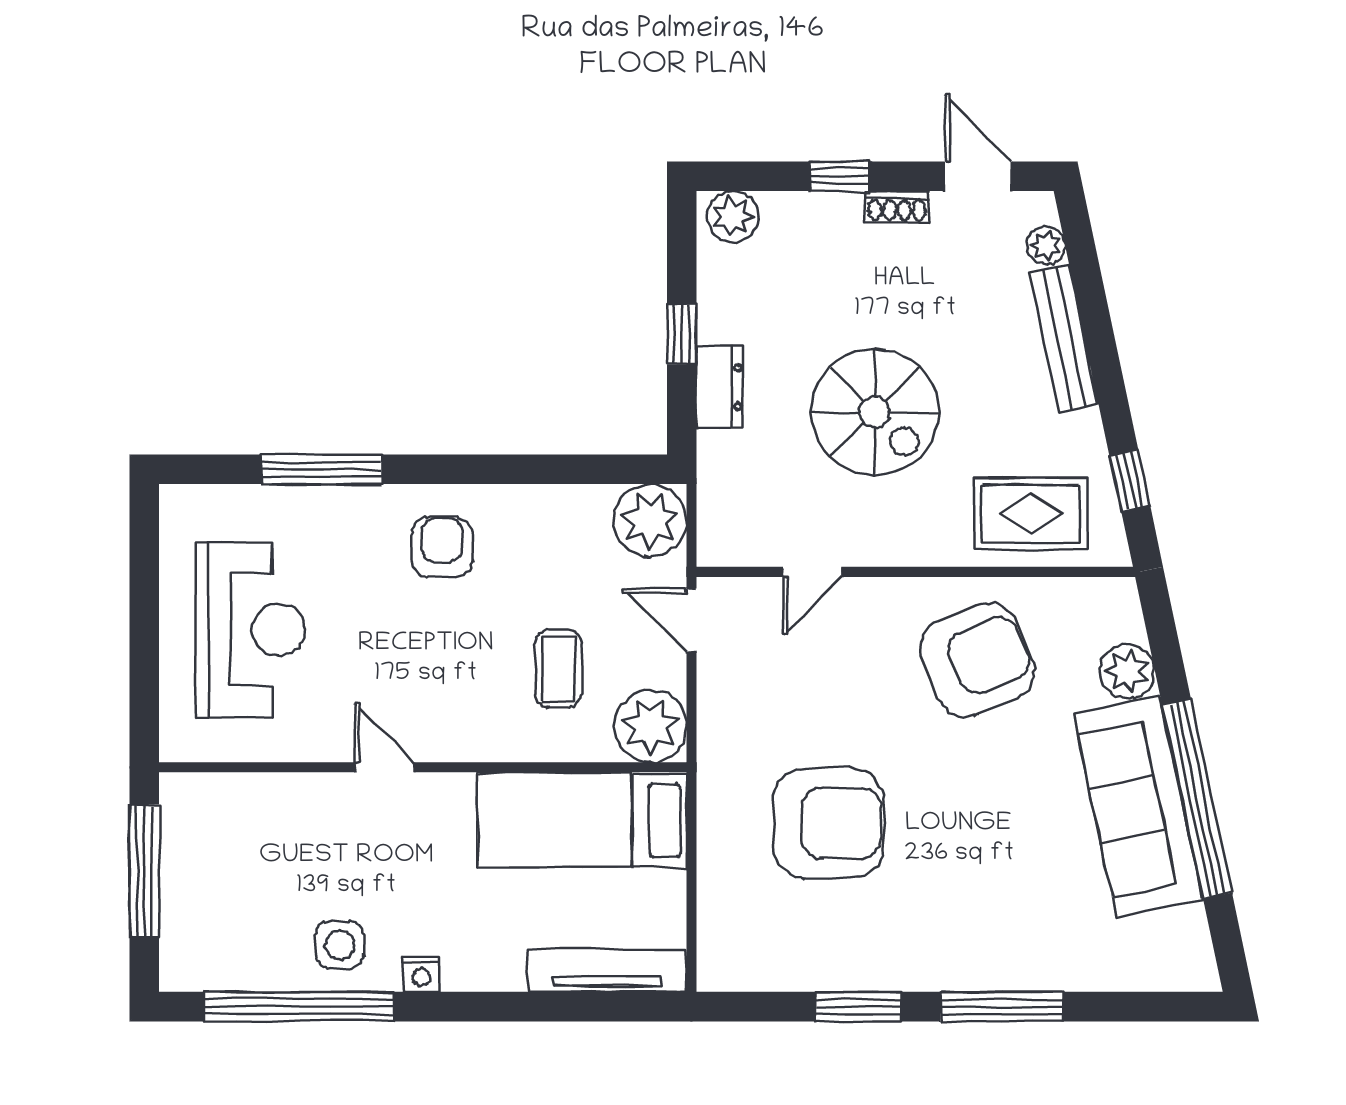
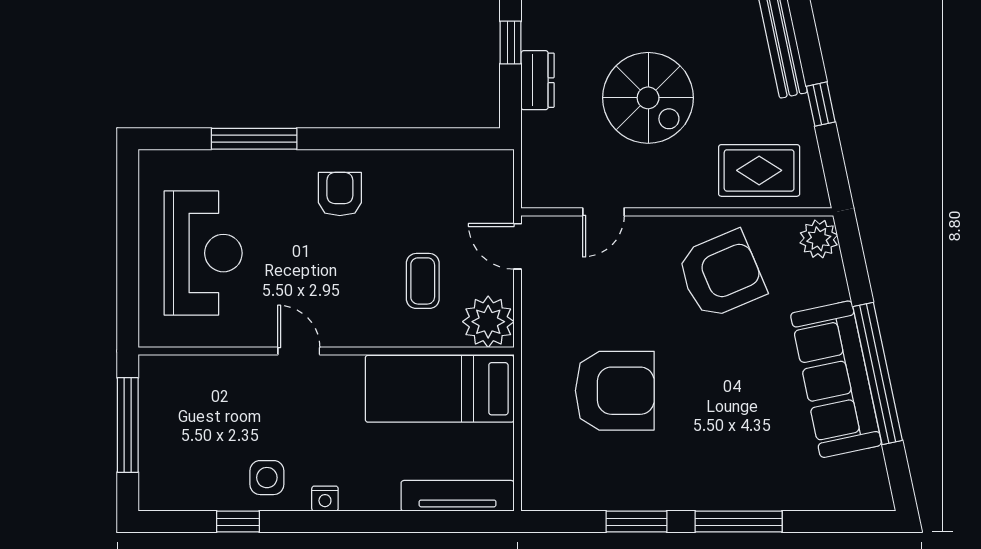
window: (1130, 480) -> (821, 104), moved
plant: (650, 521) -> (488, 175), removed
plant: (1127, 671) -> (819, 239), moved
window: (299, 1007) -> (238, 522), width x0.32

